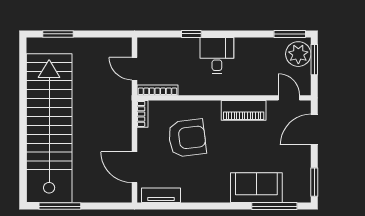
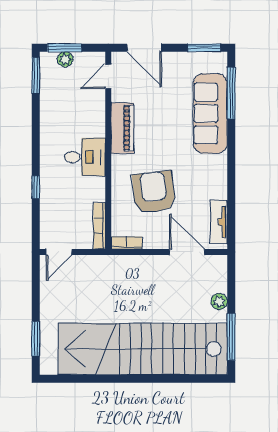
plant: (298, 54) -> (65, 59), width x0.53, depth x0.53
desk: (217, 55) -> (85, 157), moved, turned 180
door: (134, 69) -> (59, 252), moved
door: (134, 167) -> (187, 252), swing flipped
sofa: (256, 188) -> (210, 113), width x1.36
plant: (91, 195) -> (219, 302), added

